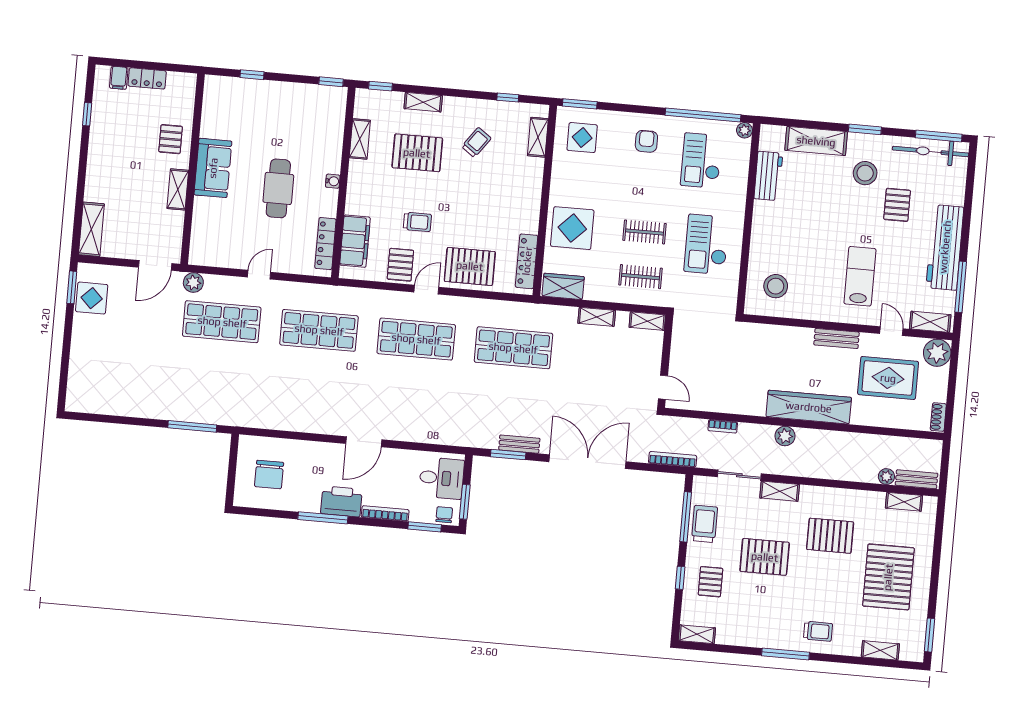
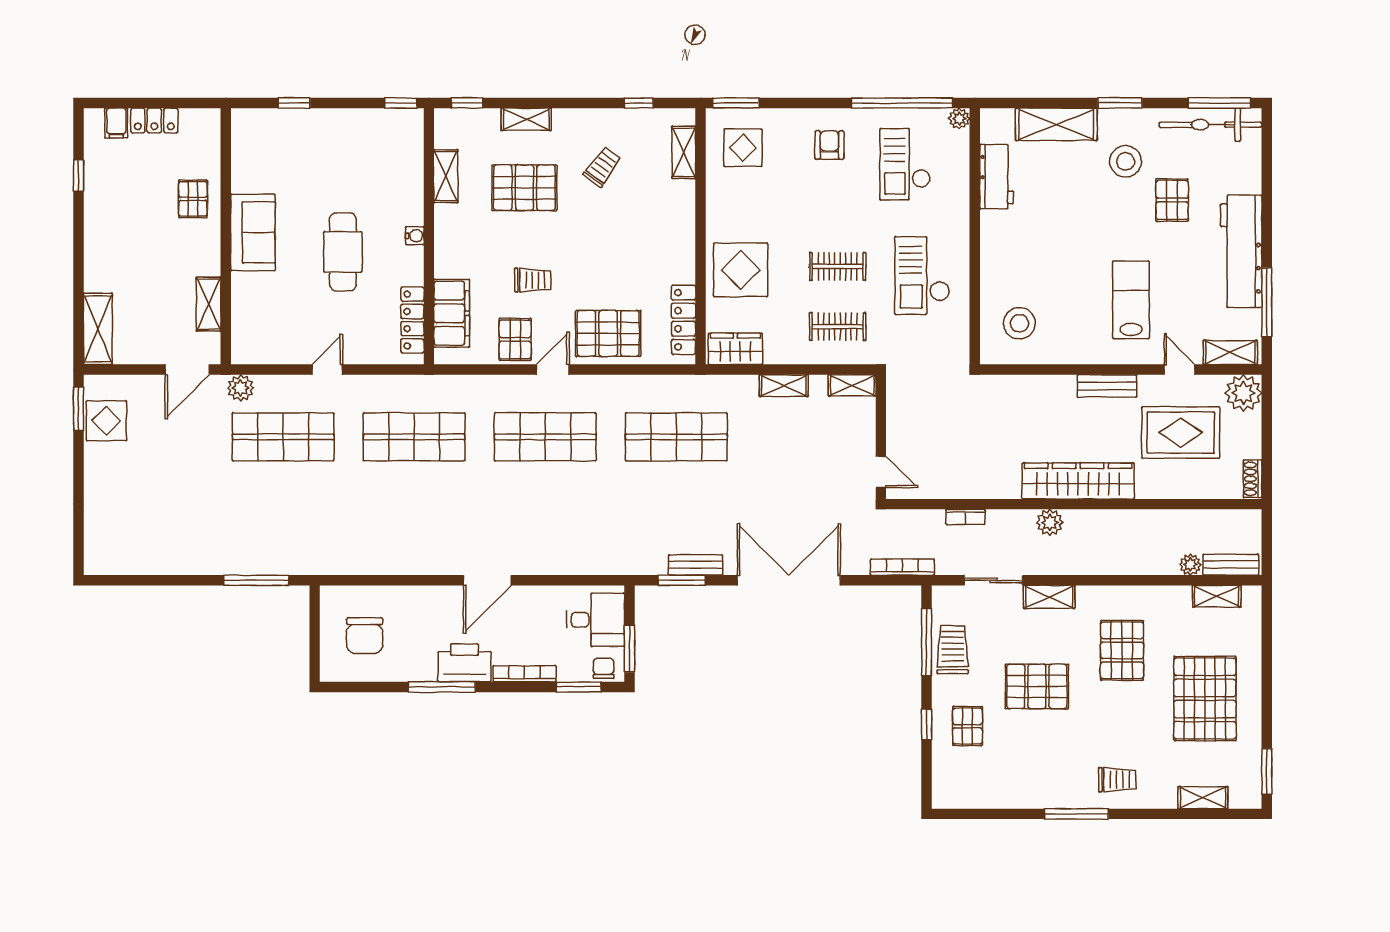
shelving: (178, 189) -> (209, 304), moved
pallet: (830, 536) -> (1122, 650), turned 90
shelving: (697, 634) -> (956, 798), removed

